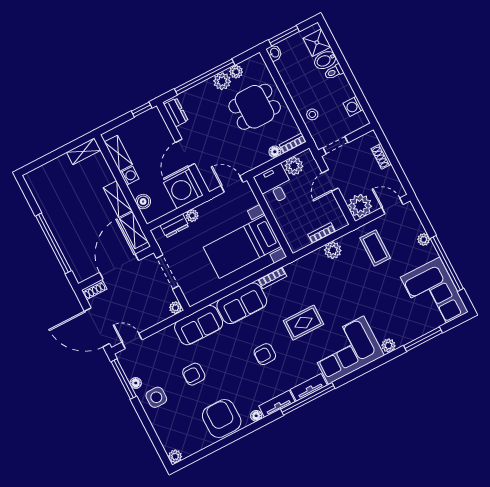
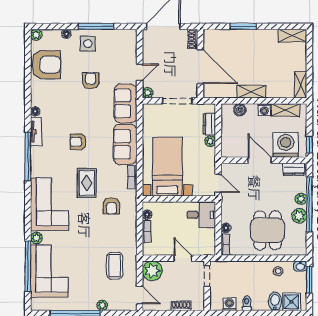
plant: (236, 72) -> (301, 199), moved
toilet: (334, 72) -> (247, 303), moved
stool: (312, 114) -> (278, 271), moved
plant: (294, 166) -> (208, 237), removed
door: (232, 184) -> (218, 183), hinge flipped
washing machine: (183, 189) -> (286, 145), moved
door: (392, 206) -> (140, 295), hinge flipped
shelving: (134, 230) -> (292, 36), moved
floor lamp: (304, 242) -> (147, 215), added
window: (53, 243) -> (243, 26), width x0.47
coffee table: (375, 248) -> (115, 266), turned 90
plant: (333, 250) -> (130, 233), removed
armchair: (314, 284) -> (111, 206), added
corner sofa: (434, 295) -> (49, 271), moved, turned 90
window: (423, 339) -> (28, 266), width x1.46
door: (132, 341) -> (140, 72), moved
armchair: (265, 354) -> (78, 142), turned -90
window: (124, 379) -> (96, 26), moved
floor lamp: (136, 383) -> (66, 34), moved
tv unit: (309, 387) -> (36, 162), removed
armchair: (222, 419) -> (46, 65), moved

